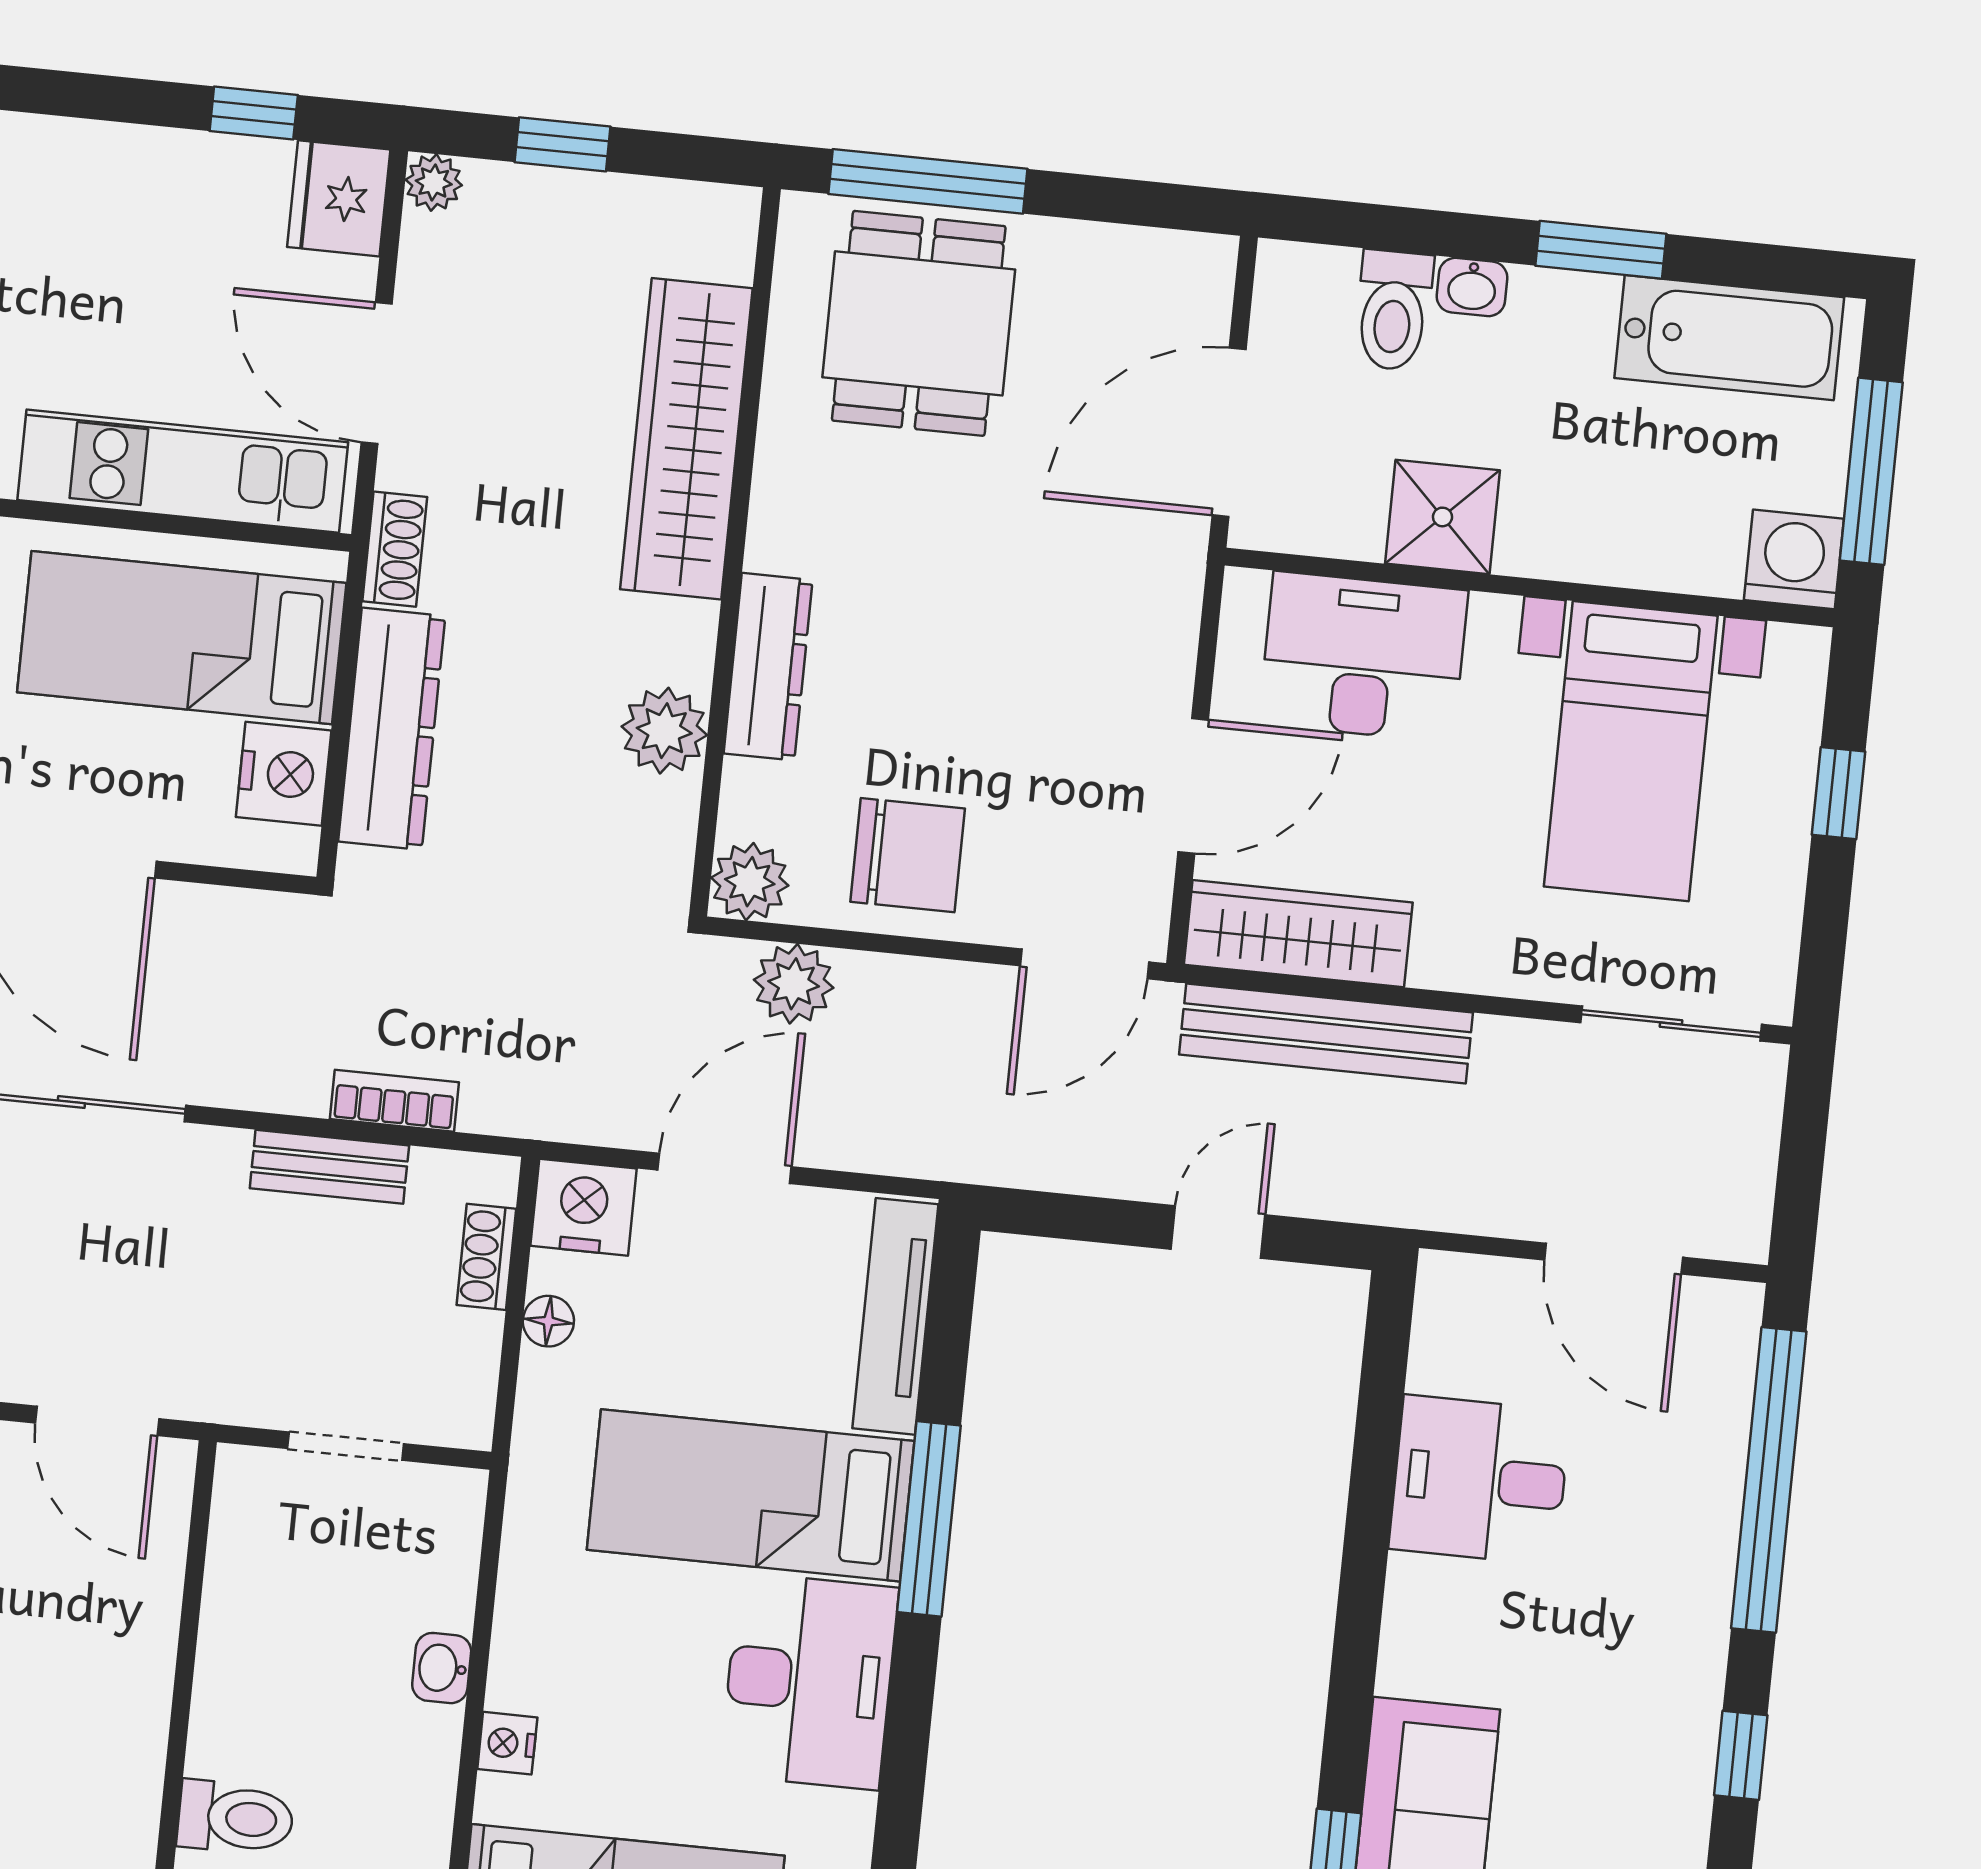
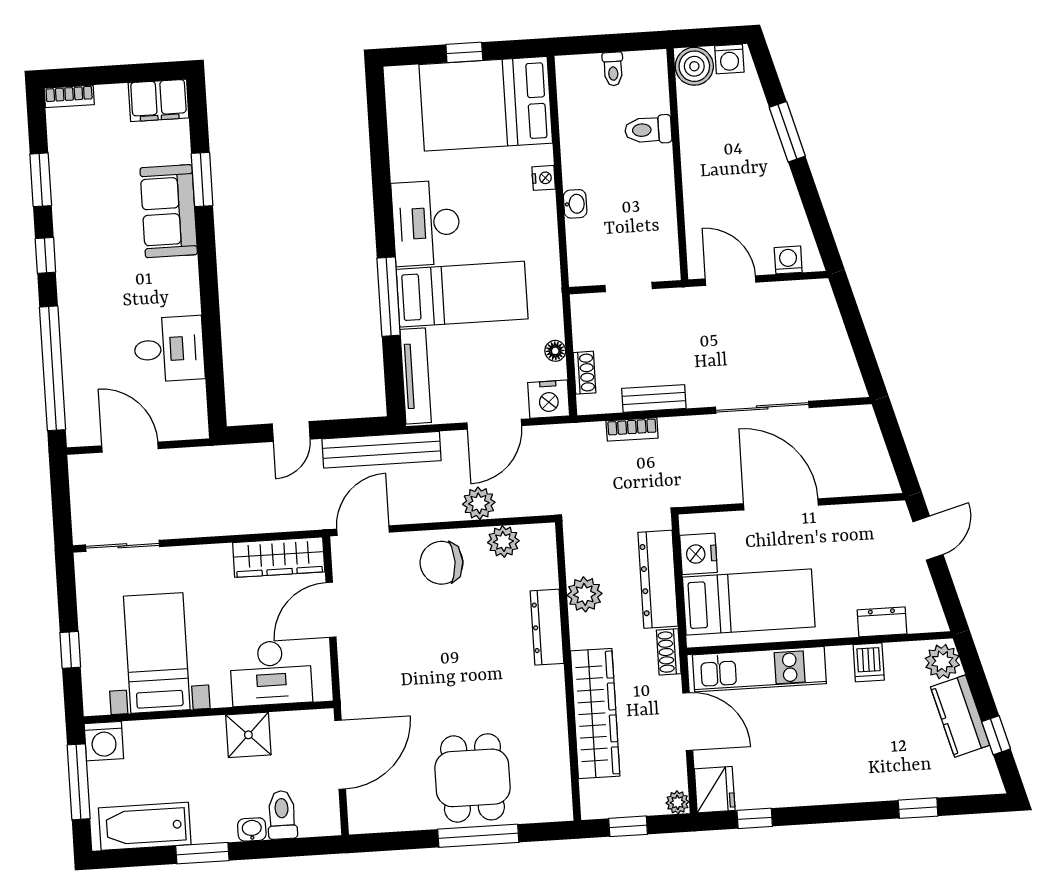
wardrobe: (686, 439) -> (595, 714), moved
wall: (735, 552) -> (568, 671), moved
dresser: (768, 667) -> (547, 627), moved
plant: (664, 731) -> (585, 594), moved
bench: (1326, 1034) -> (382, 450), moved

